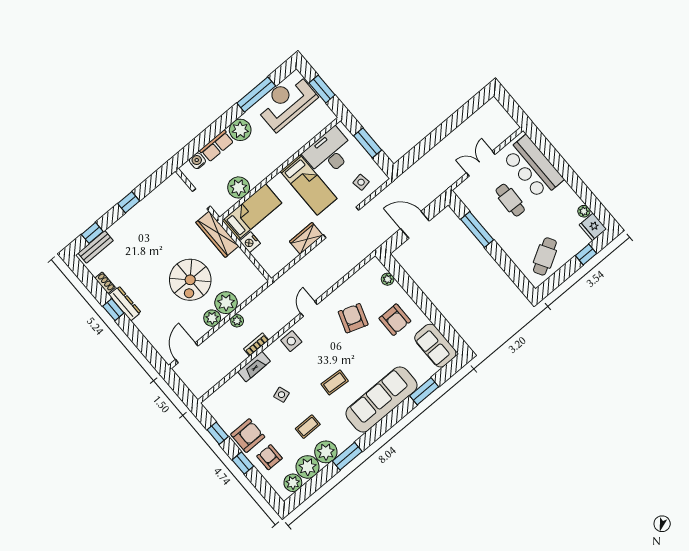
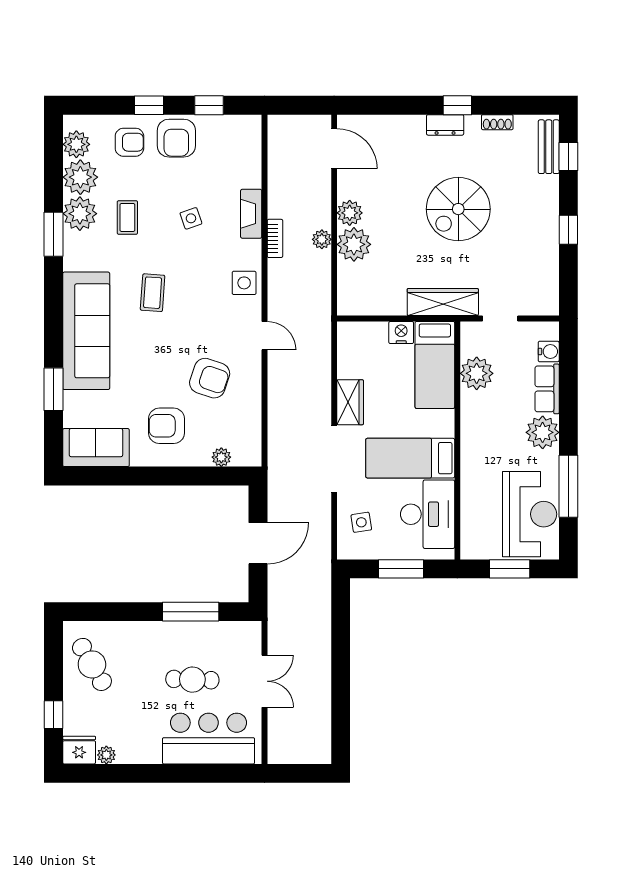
spiral stairs: (190, 280) -> (458, 209), moved, turned -90
dresser: (125, 304) -> (445, 125), width x0.70

